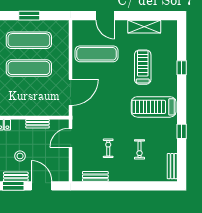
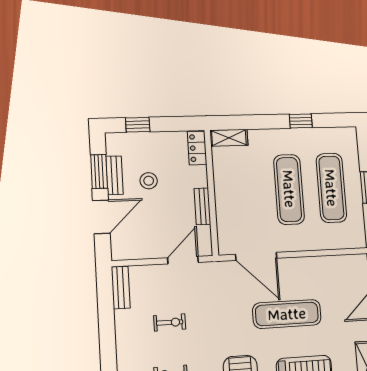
exercise mat: (97, 54) -> (287, 314), moved, turned 90
door: (71, 138) -> (183, 260), hinge flipped
bench: (95, 176) -> (121, 288), moved

